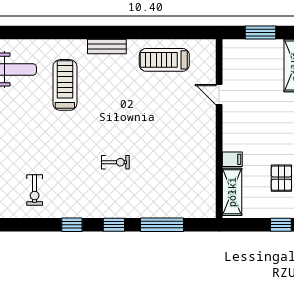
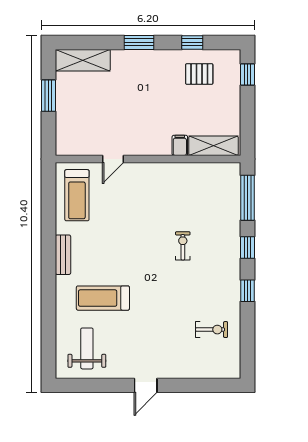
door: (219, 95) -> (113, 159), moved
wall: (219, 129) -> (148, 159), moved
filing cabinet: (232, 159) -> (180, 145), moved
shelving: (232, 192) -> (213, 146), moved

